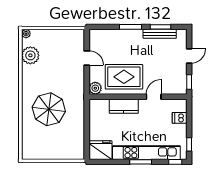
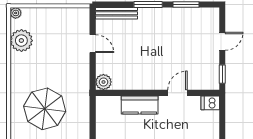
bench: (160, 34) -> (116, 13), moved
rug: (124, 77) -> (140, 68), removed
dishwasher: (180, 118) -> (210, 103), moved

